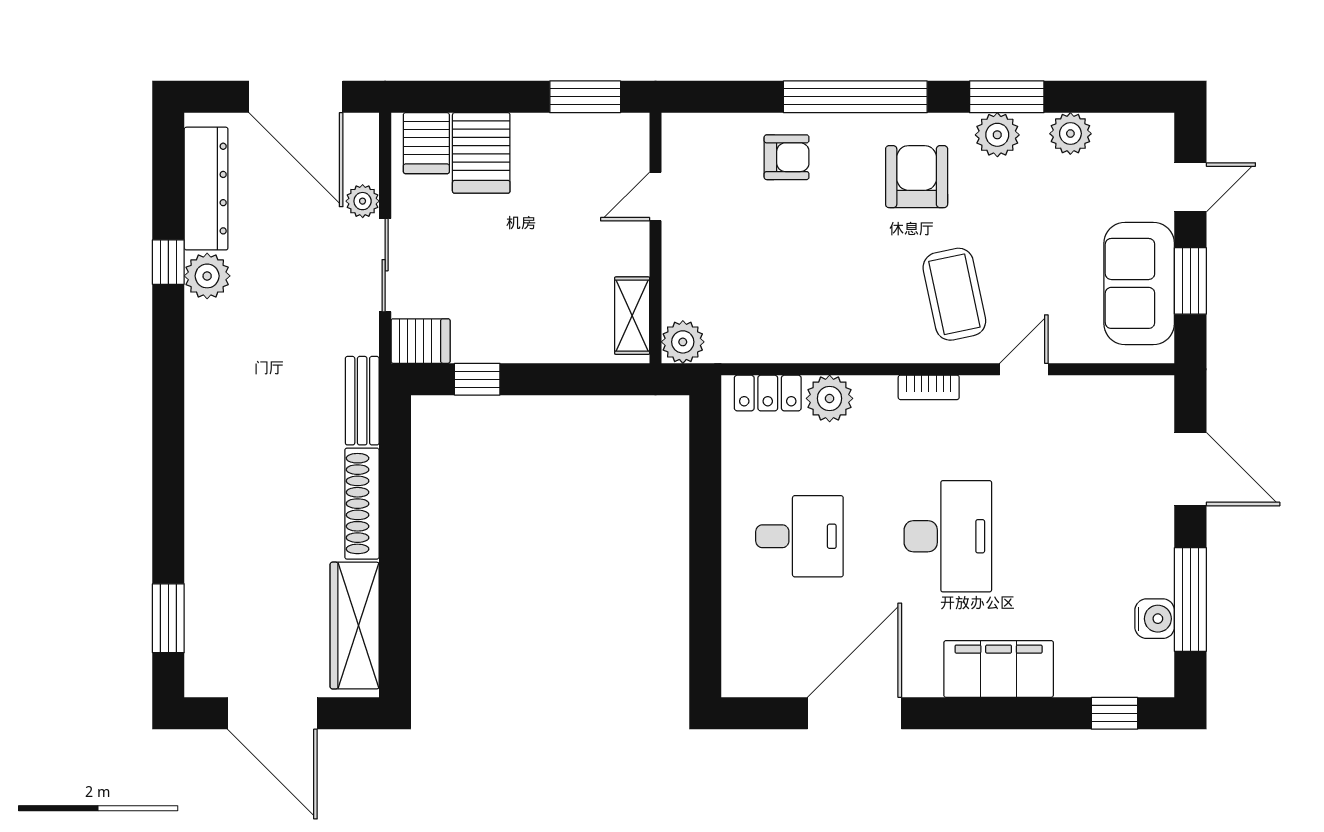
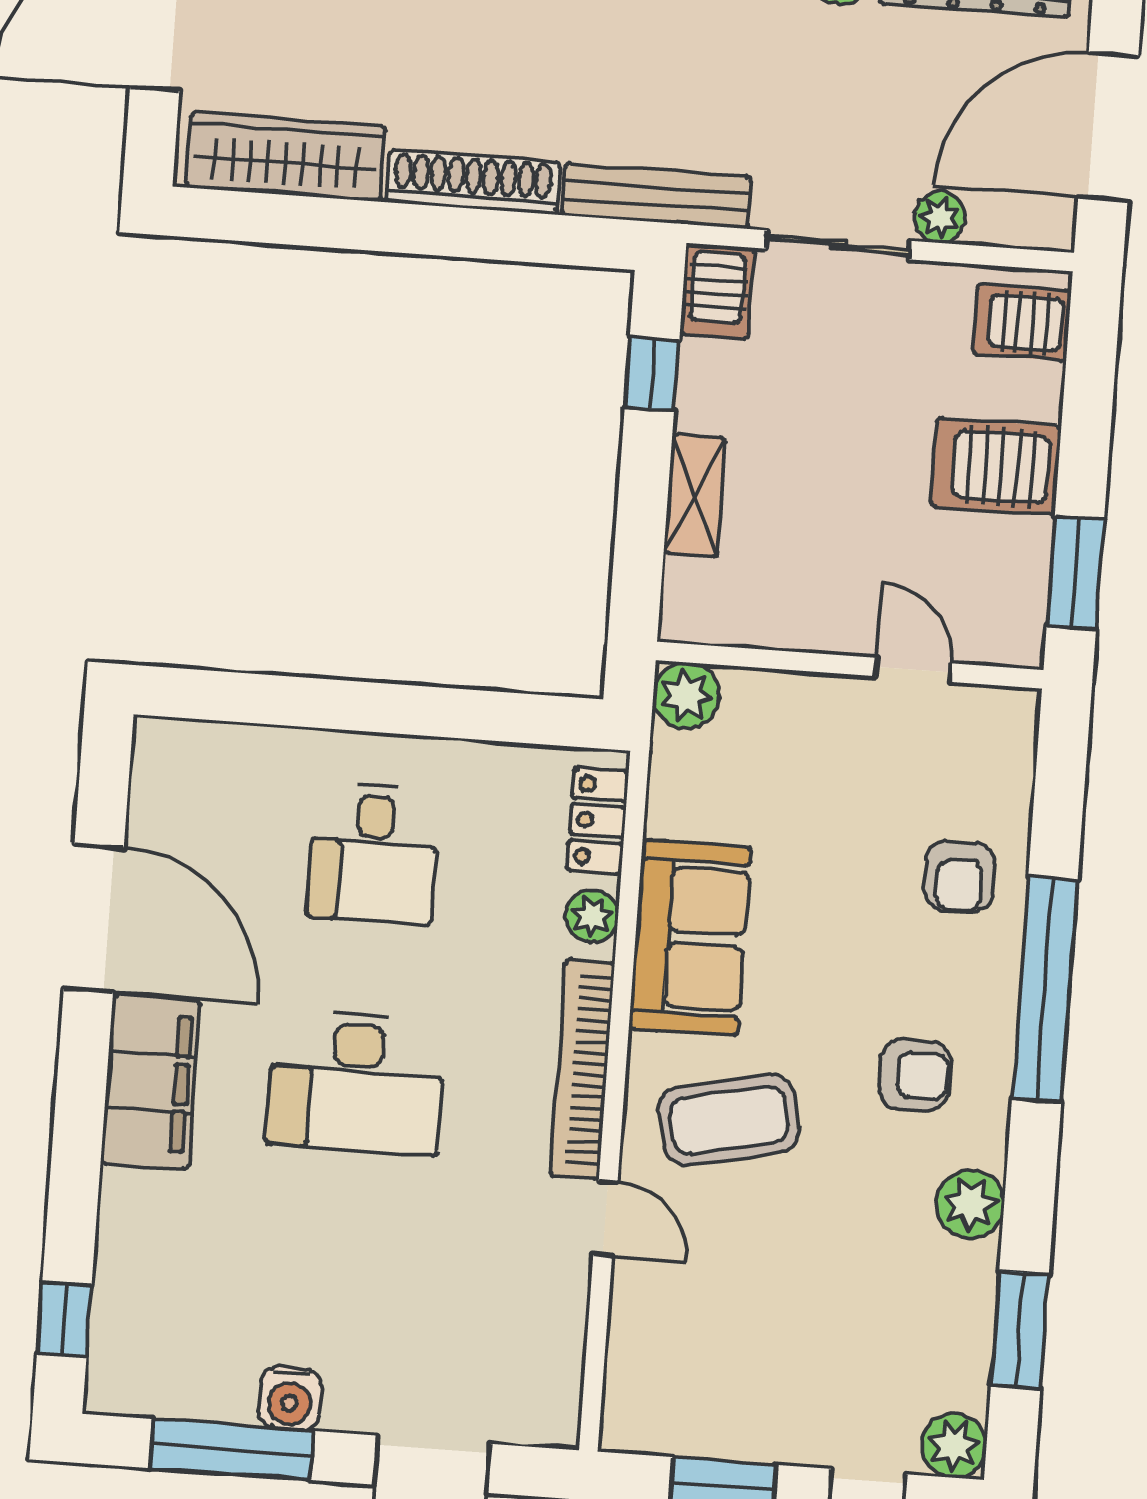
window: (1007, 97) -> (1020, 1330), moved
plant: (1070, 134) -> (954, 1446), moved
server rack: (481, 153) -> (996, 466), moved
armchair: (917, 177) -> (915, 1075), width x0.72, depth x0.72
sofa: (1139, 283) -> (690, 938), moved, turned 90
shelving: (632, 316) -> (695, 495), moved, turned 90
bookcase: (929, 387) -> (582, 1069), width x2.31, depth x1.31
plant: (830, 398) -> (592, 916), width x0.73, depth x0.73
bench: (362, 401) -> (657, 196), width x1.36
water cooler: (1155, 619) -> (290, 1398), moved
filing cabinet: (999, 669) -> (150, 1082), moved

